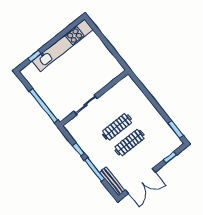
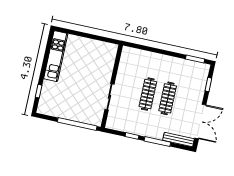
kitchen unit: (63, 45) -> (56, 56), width x0.73

